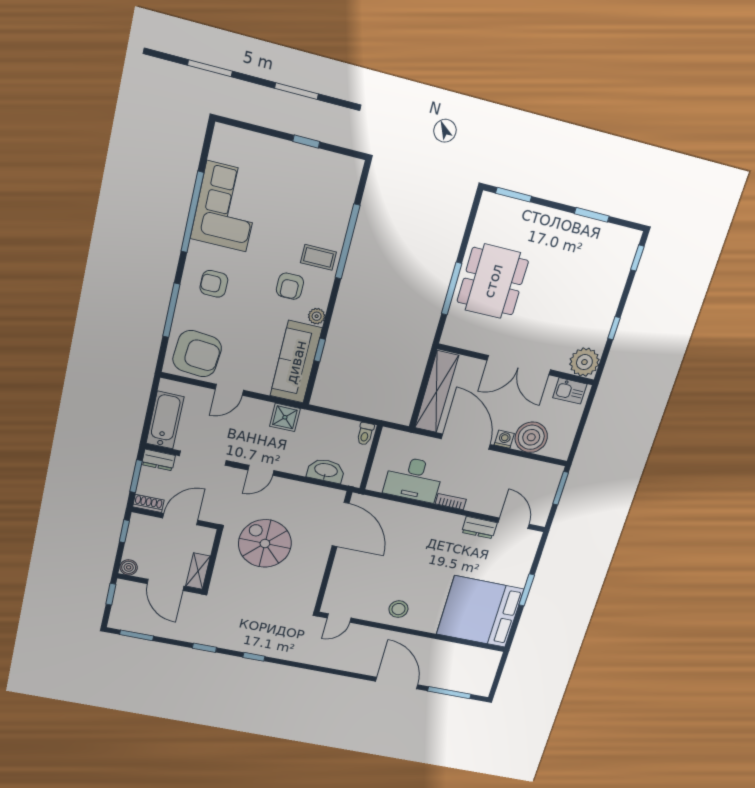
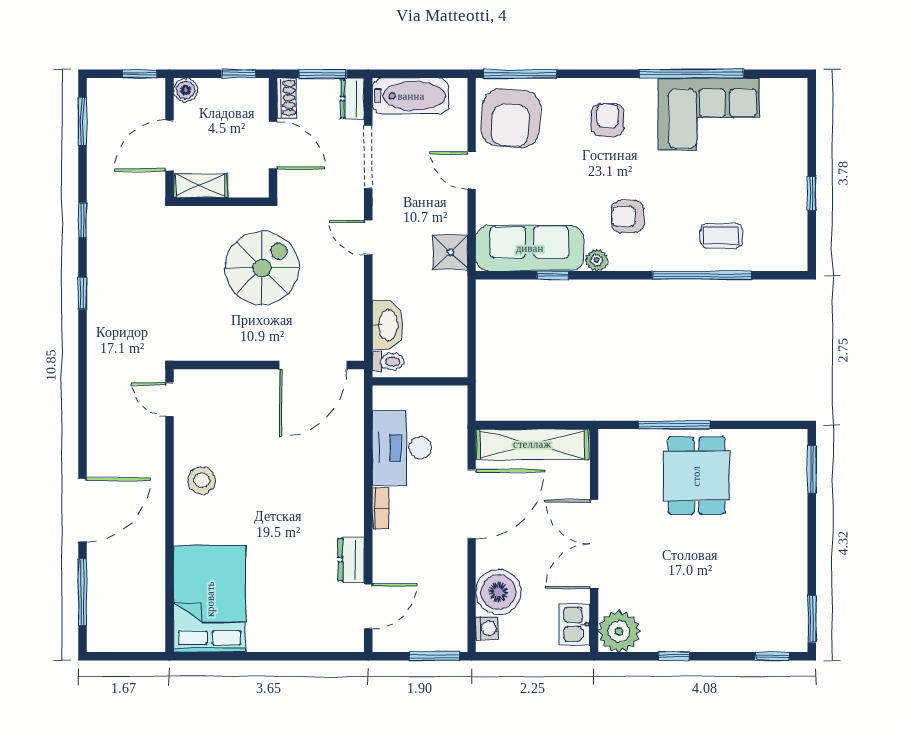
window: (592, 215) -> (812, 619), moved
coffee table: (318, 257) -> (721, 236), moved, turned 90
dining table: (493, 281) -> (696, 476), width x0.73
window: (171, 310) -> (520, 74), moved
toilet: (365, 434) -> (388, 362), moved, turned 180
washing machine: (504, 439) -> (487, 628), moved
window: (527, 590) -> (271, 656), removed
bed: (480, 612) -> (210, 599), width x0.73

